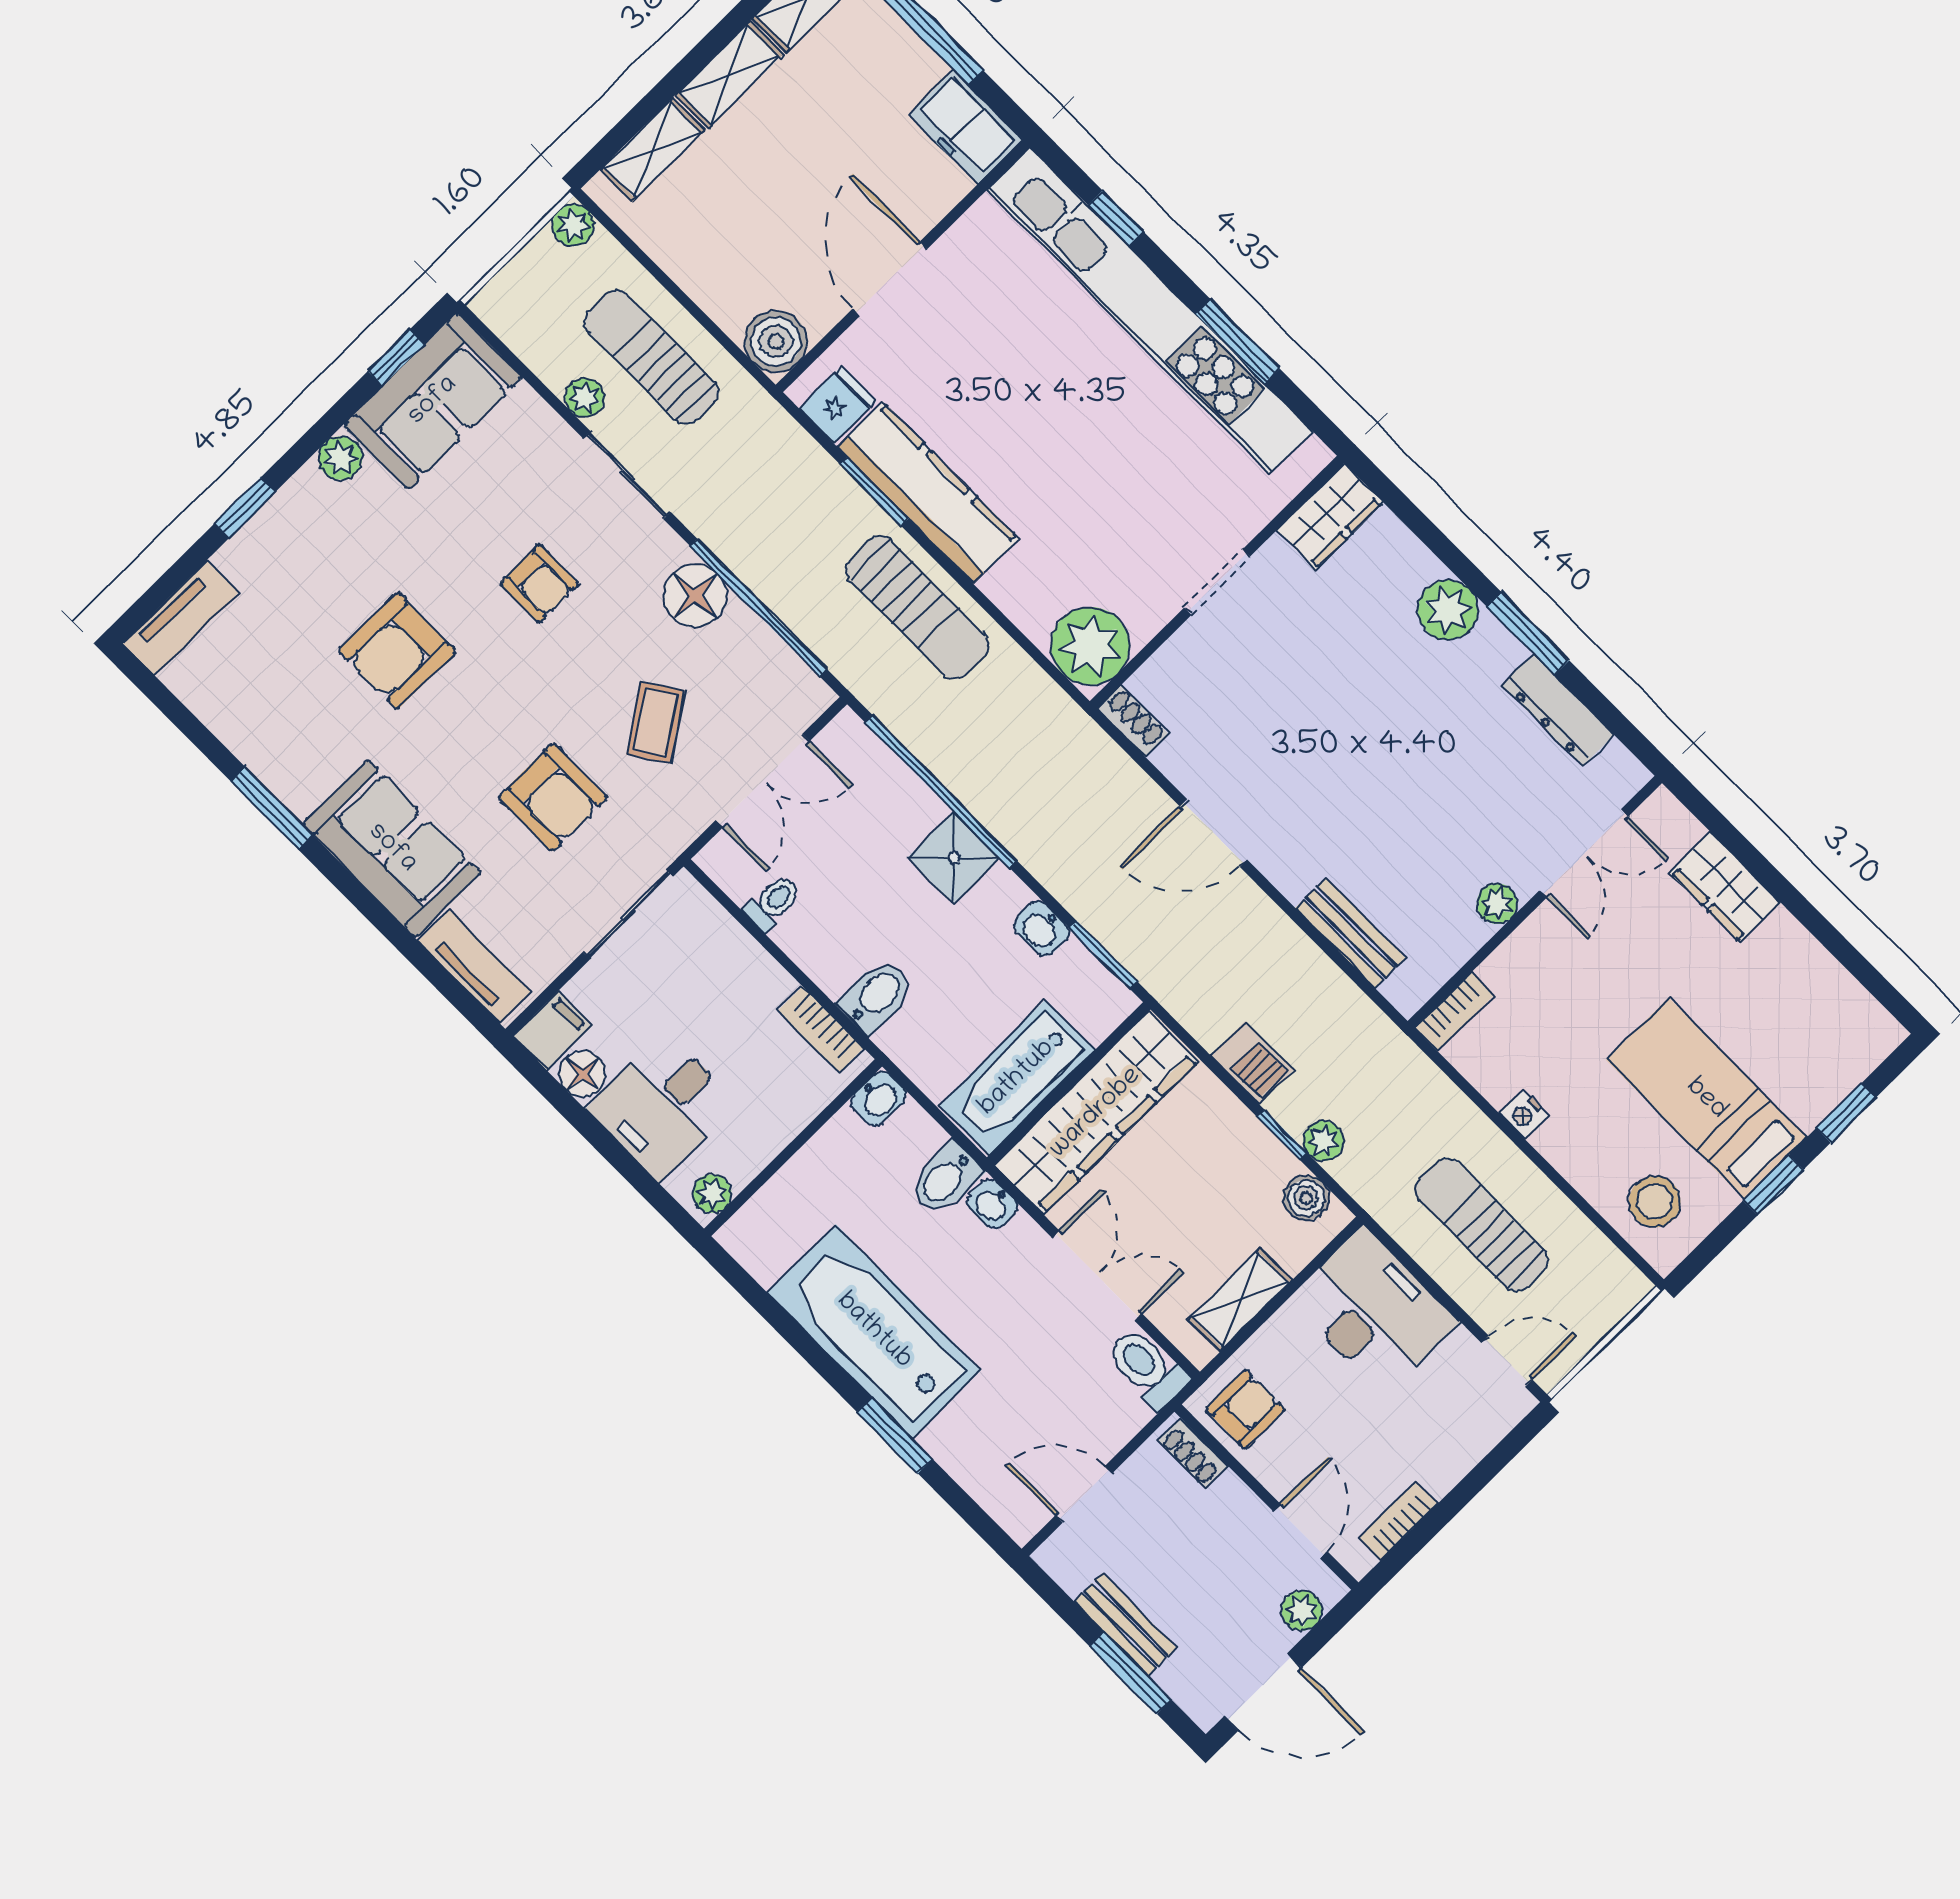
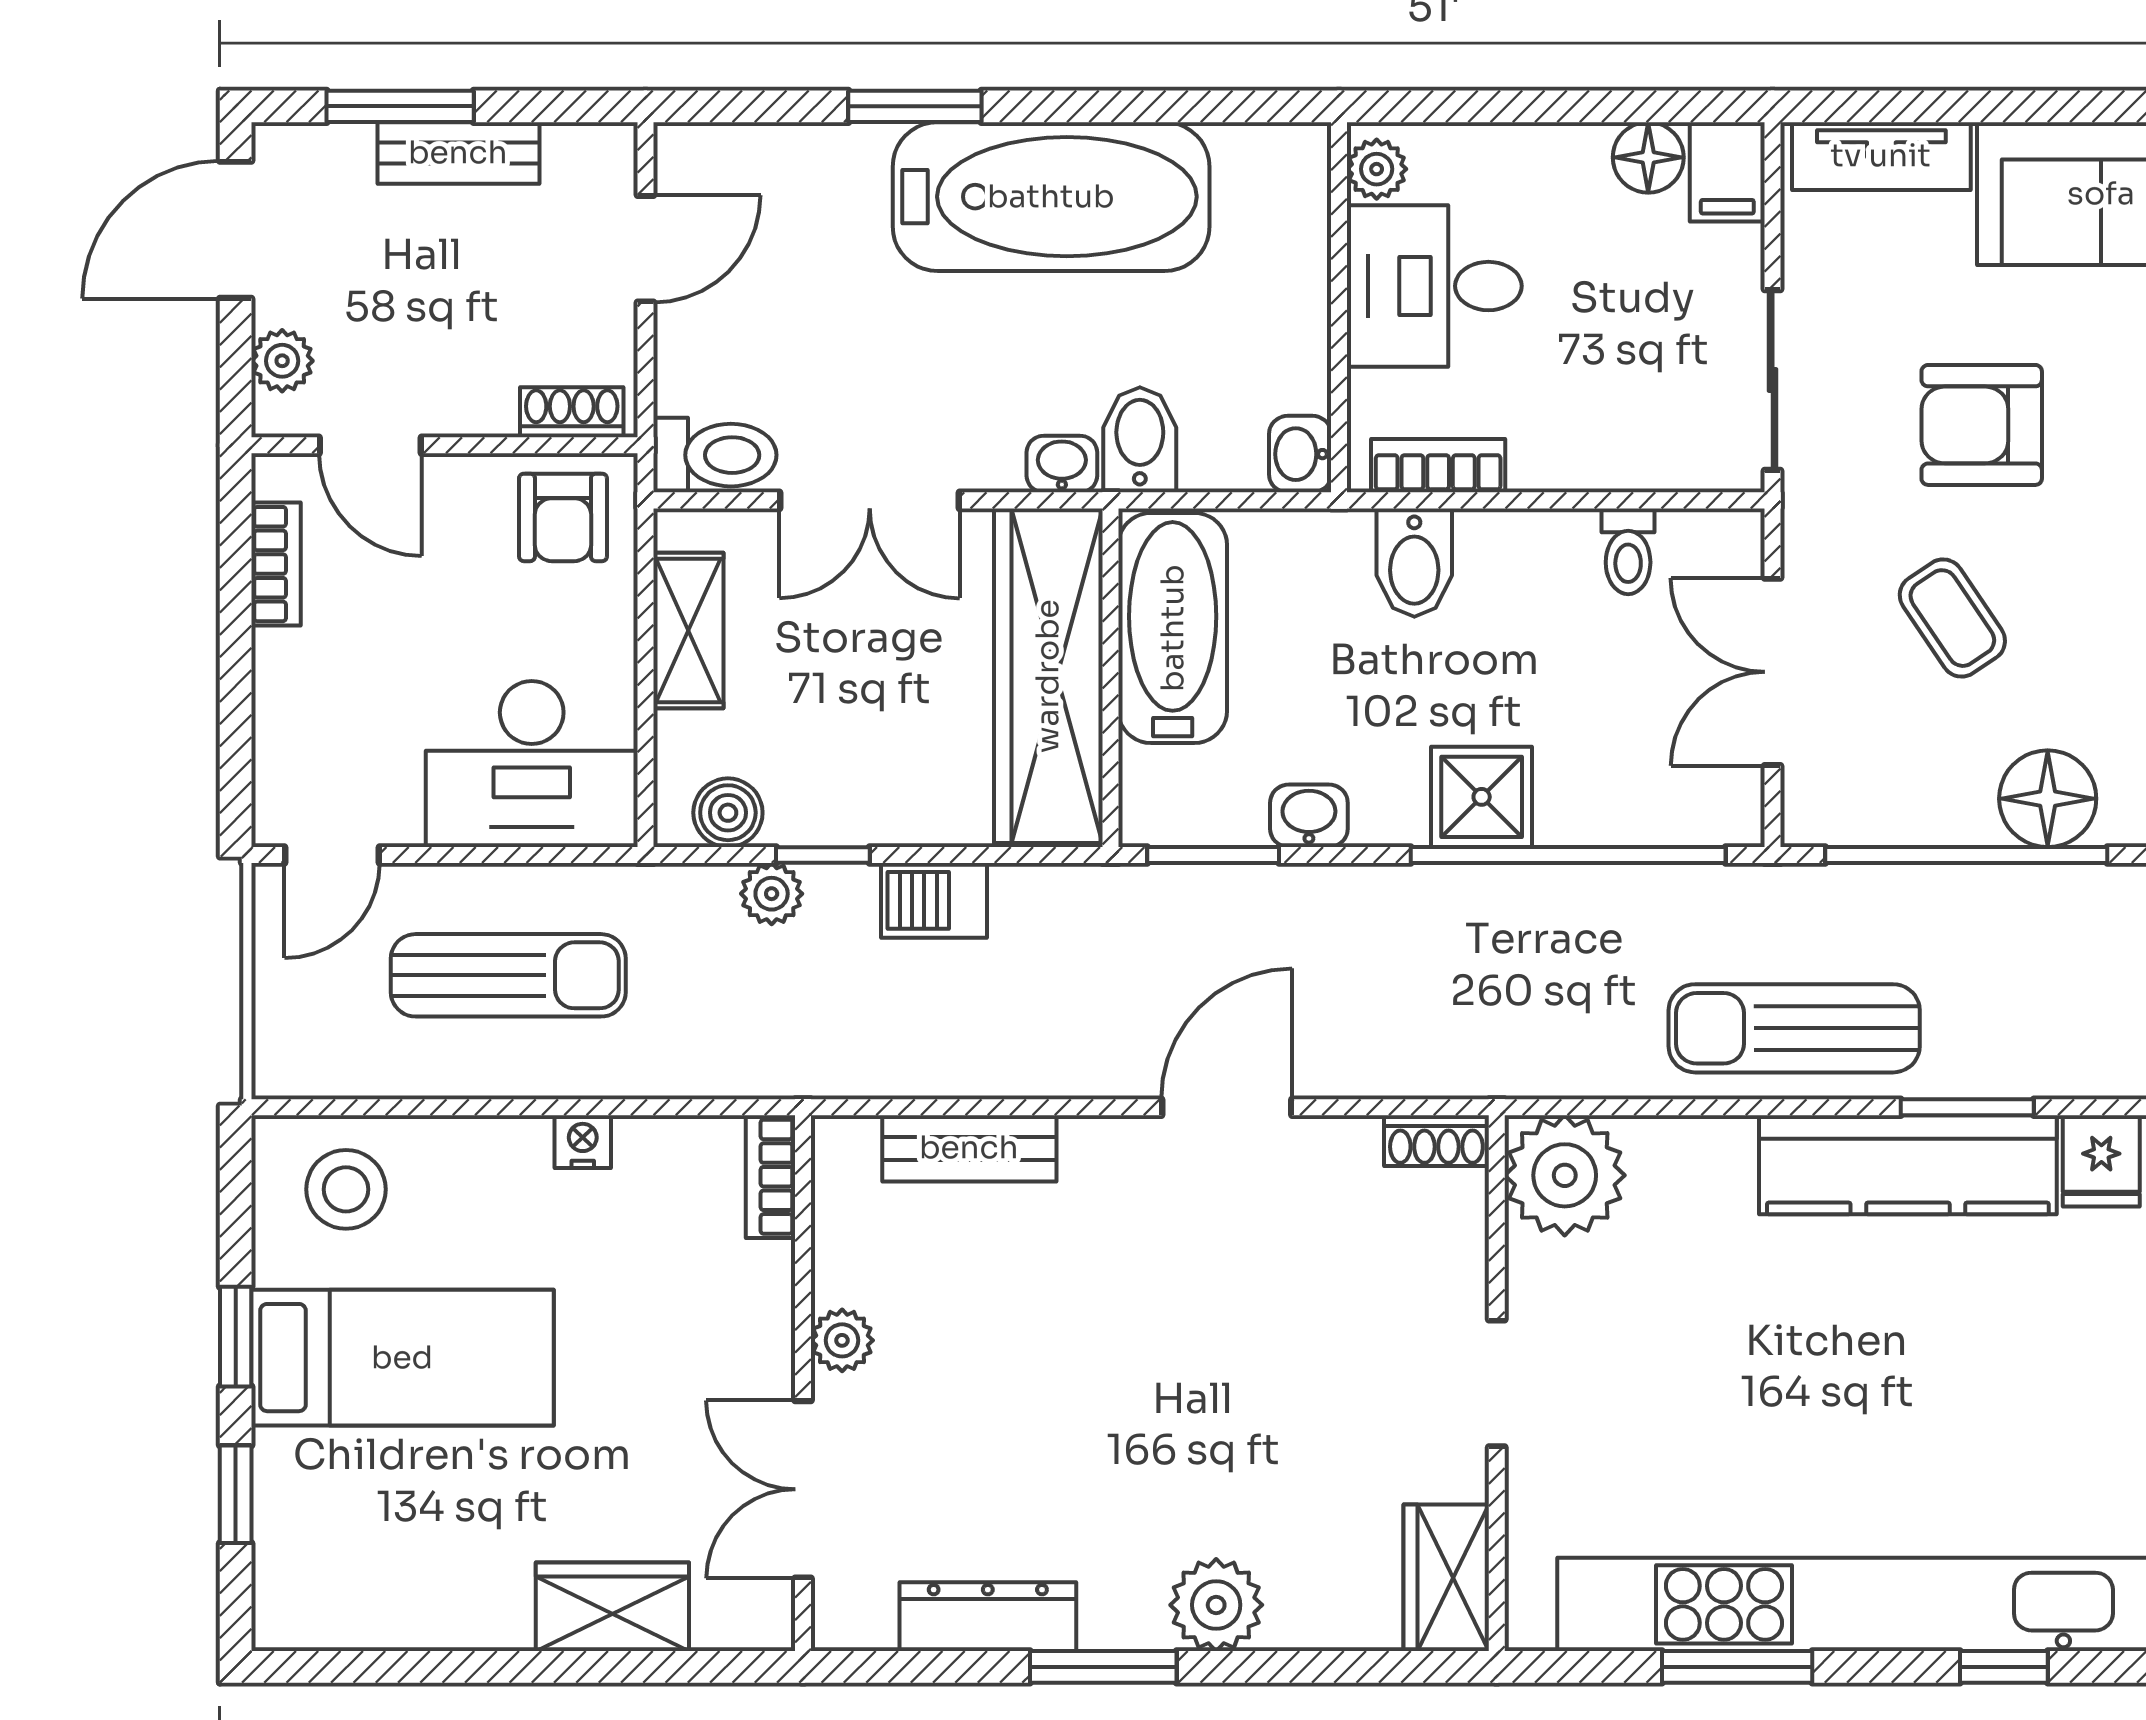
desk: (662, 1106) -> (1434, 286), moved, turned -90

